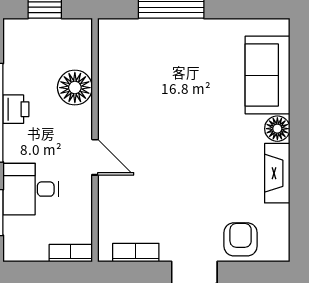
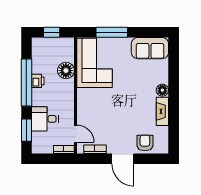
corner sofa: (135, 71) -> (95, 63), added
sofa: (268, 75) -> (150, 48), moved, turned -90
door: (95, 157) -> (76, 134), moved

